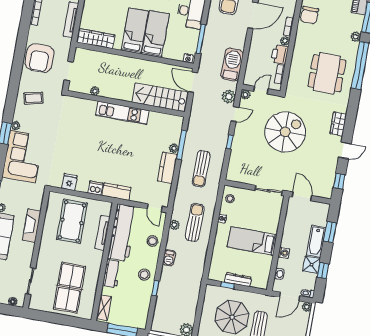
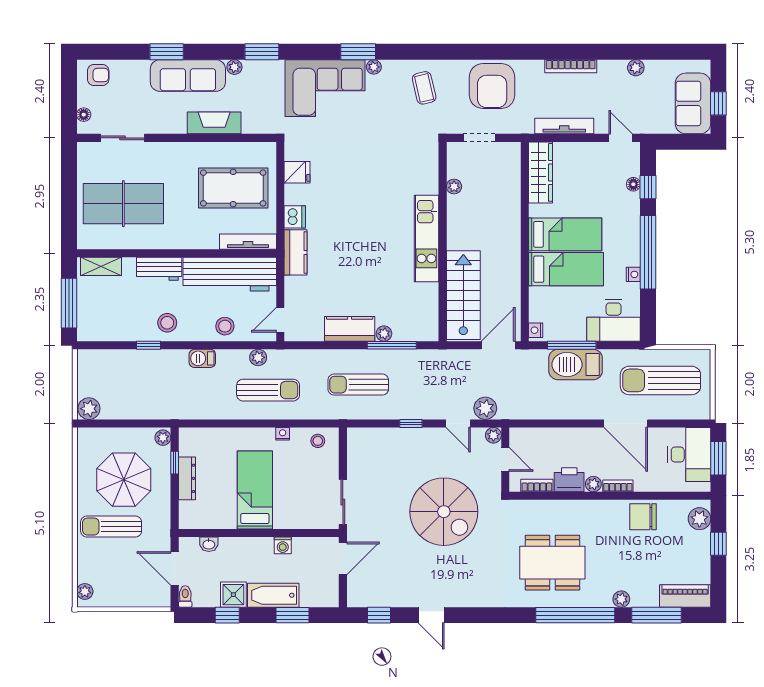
armchair: (40, 58) -> (492, 86), turned -90
barbecue: (232, 65) -> (576, 365), moved, turned 180
wardrobe: (338, 124) -> (473, 596), removed
tv unit: (103, 233) -> (248, 242), moved
washing machine: (284, 253) -> (283, 545), moved
plant: (307, 307) -> (163, 438), moved

